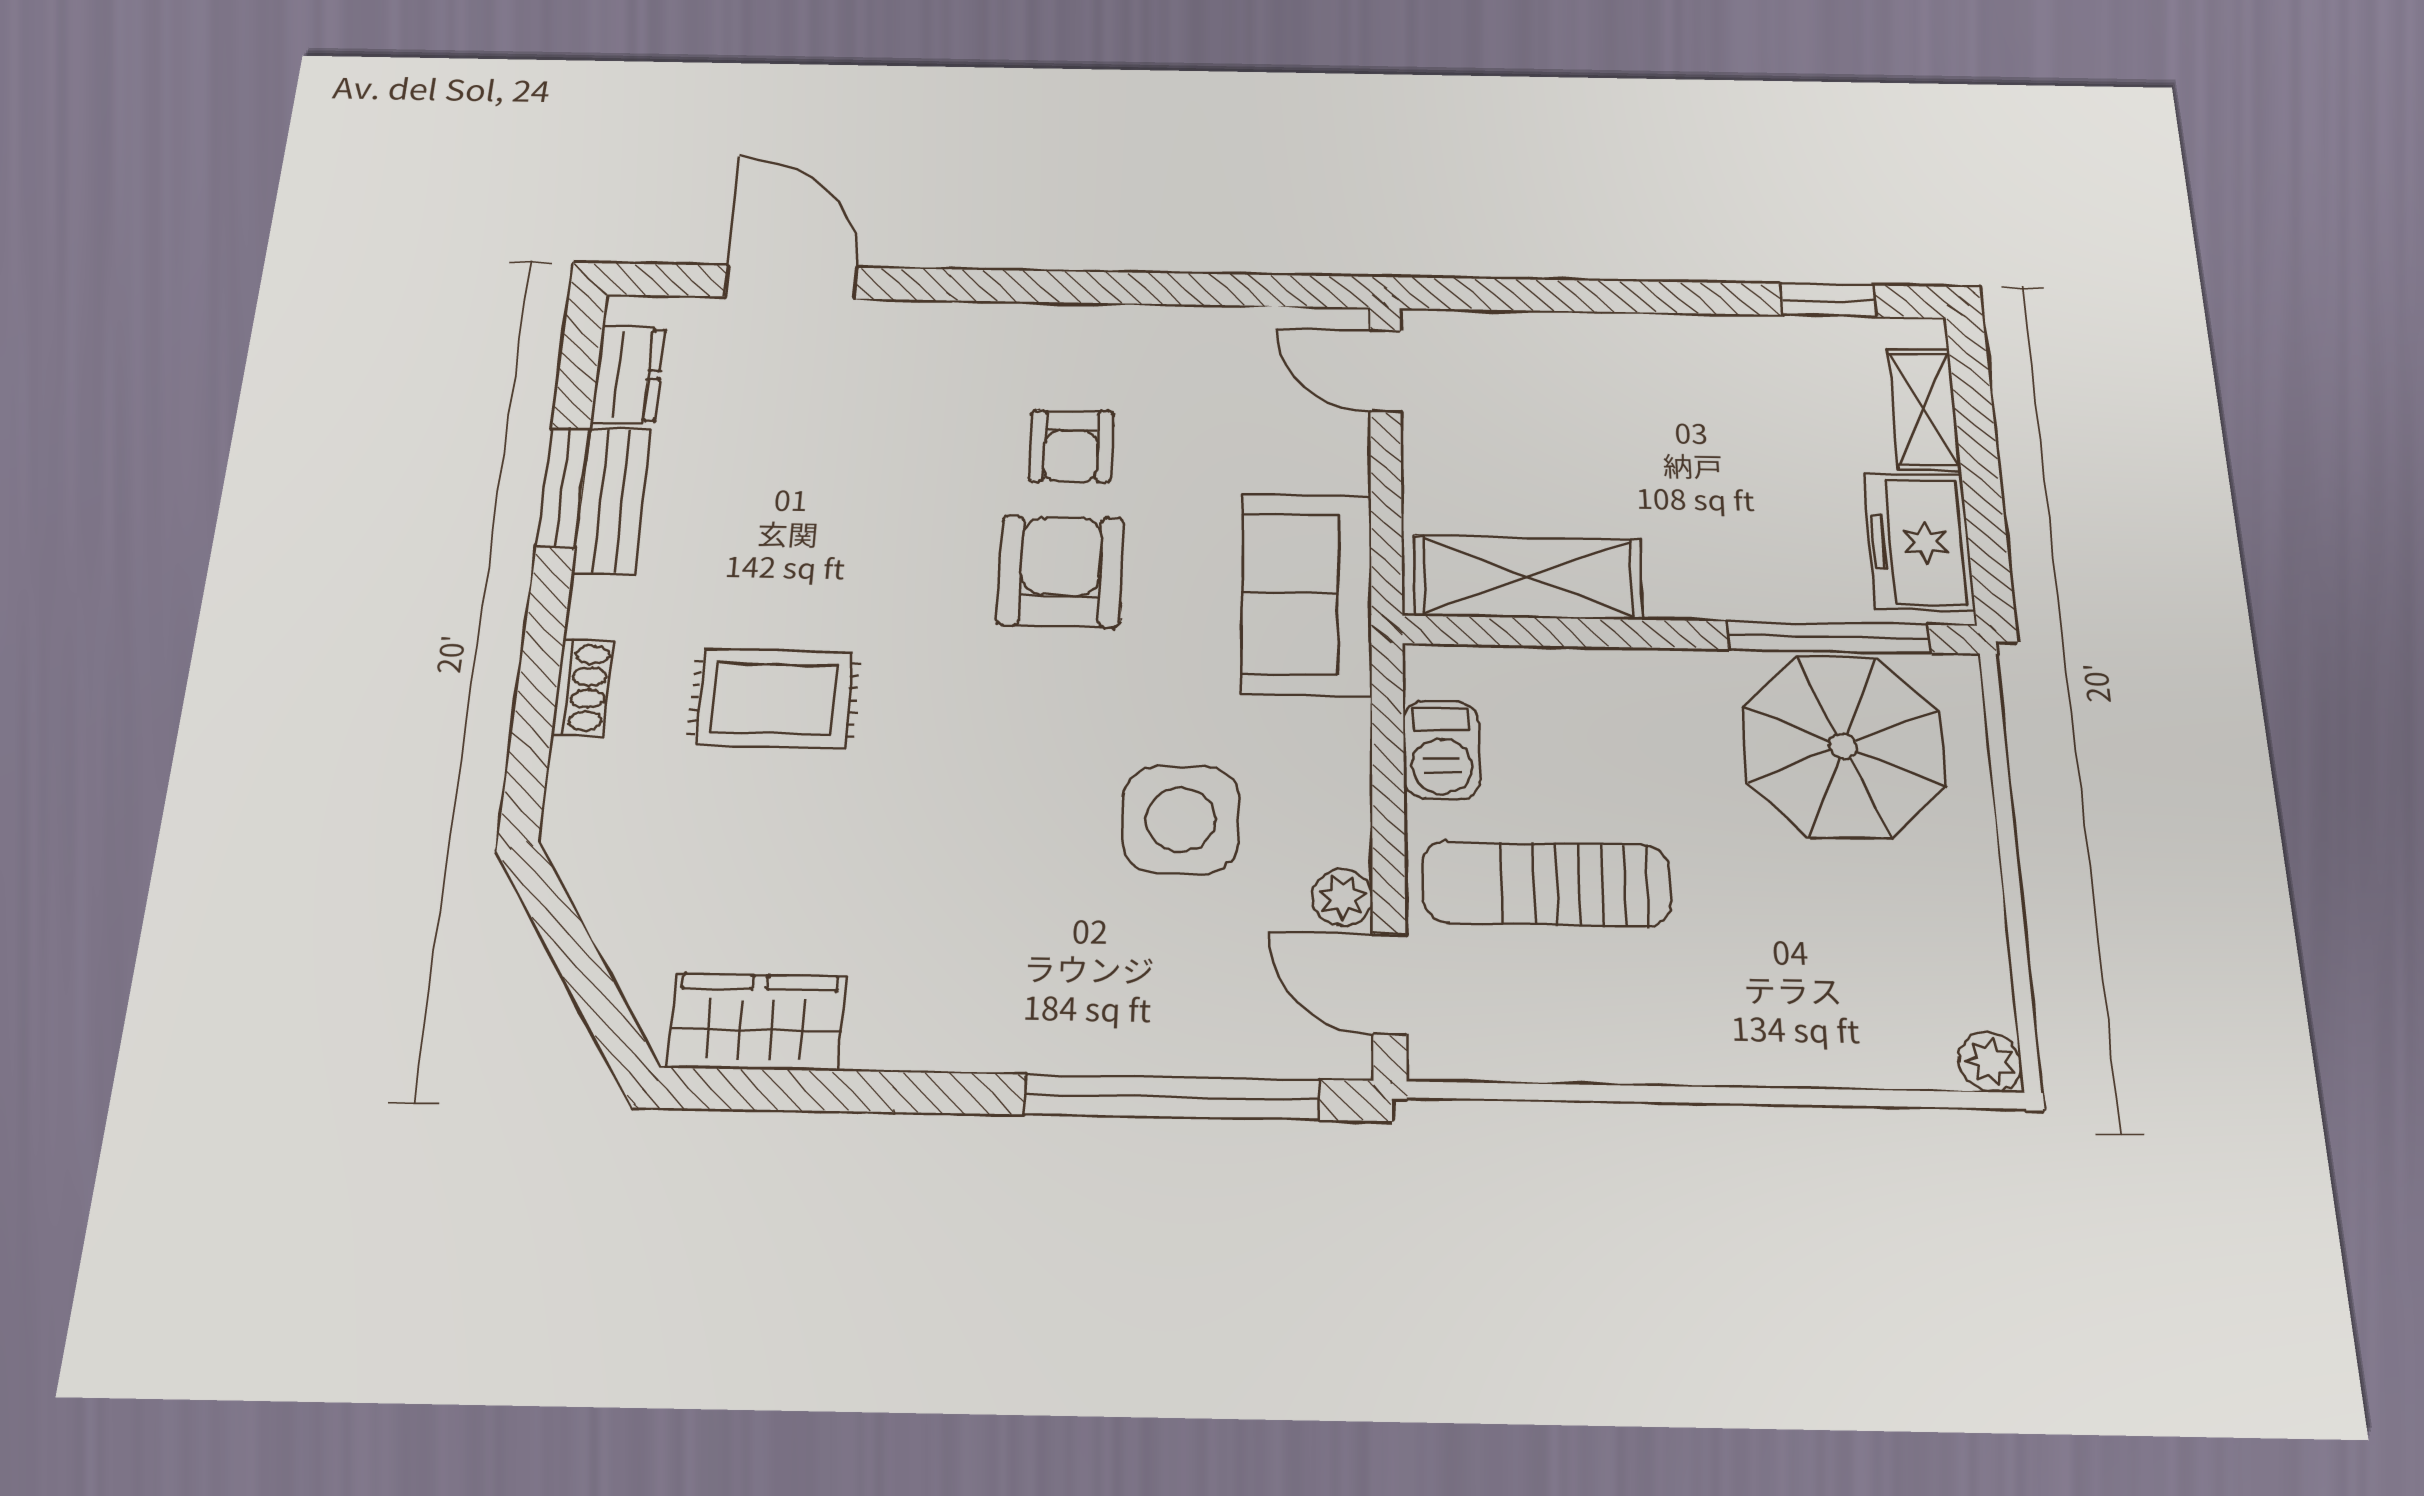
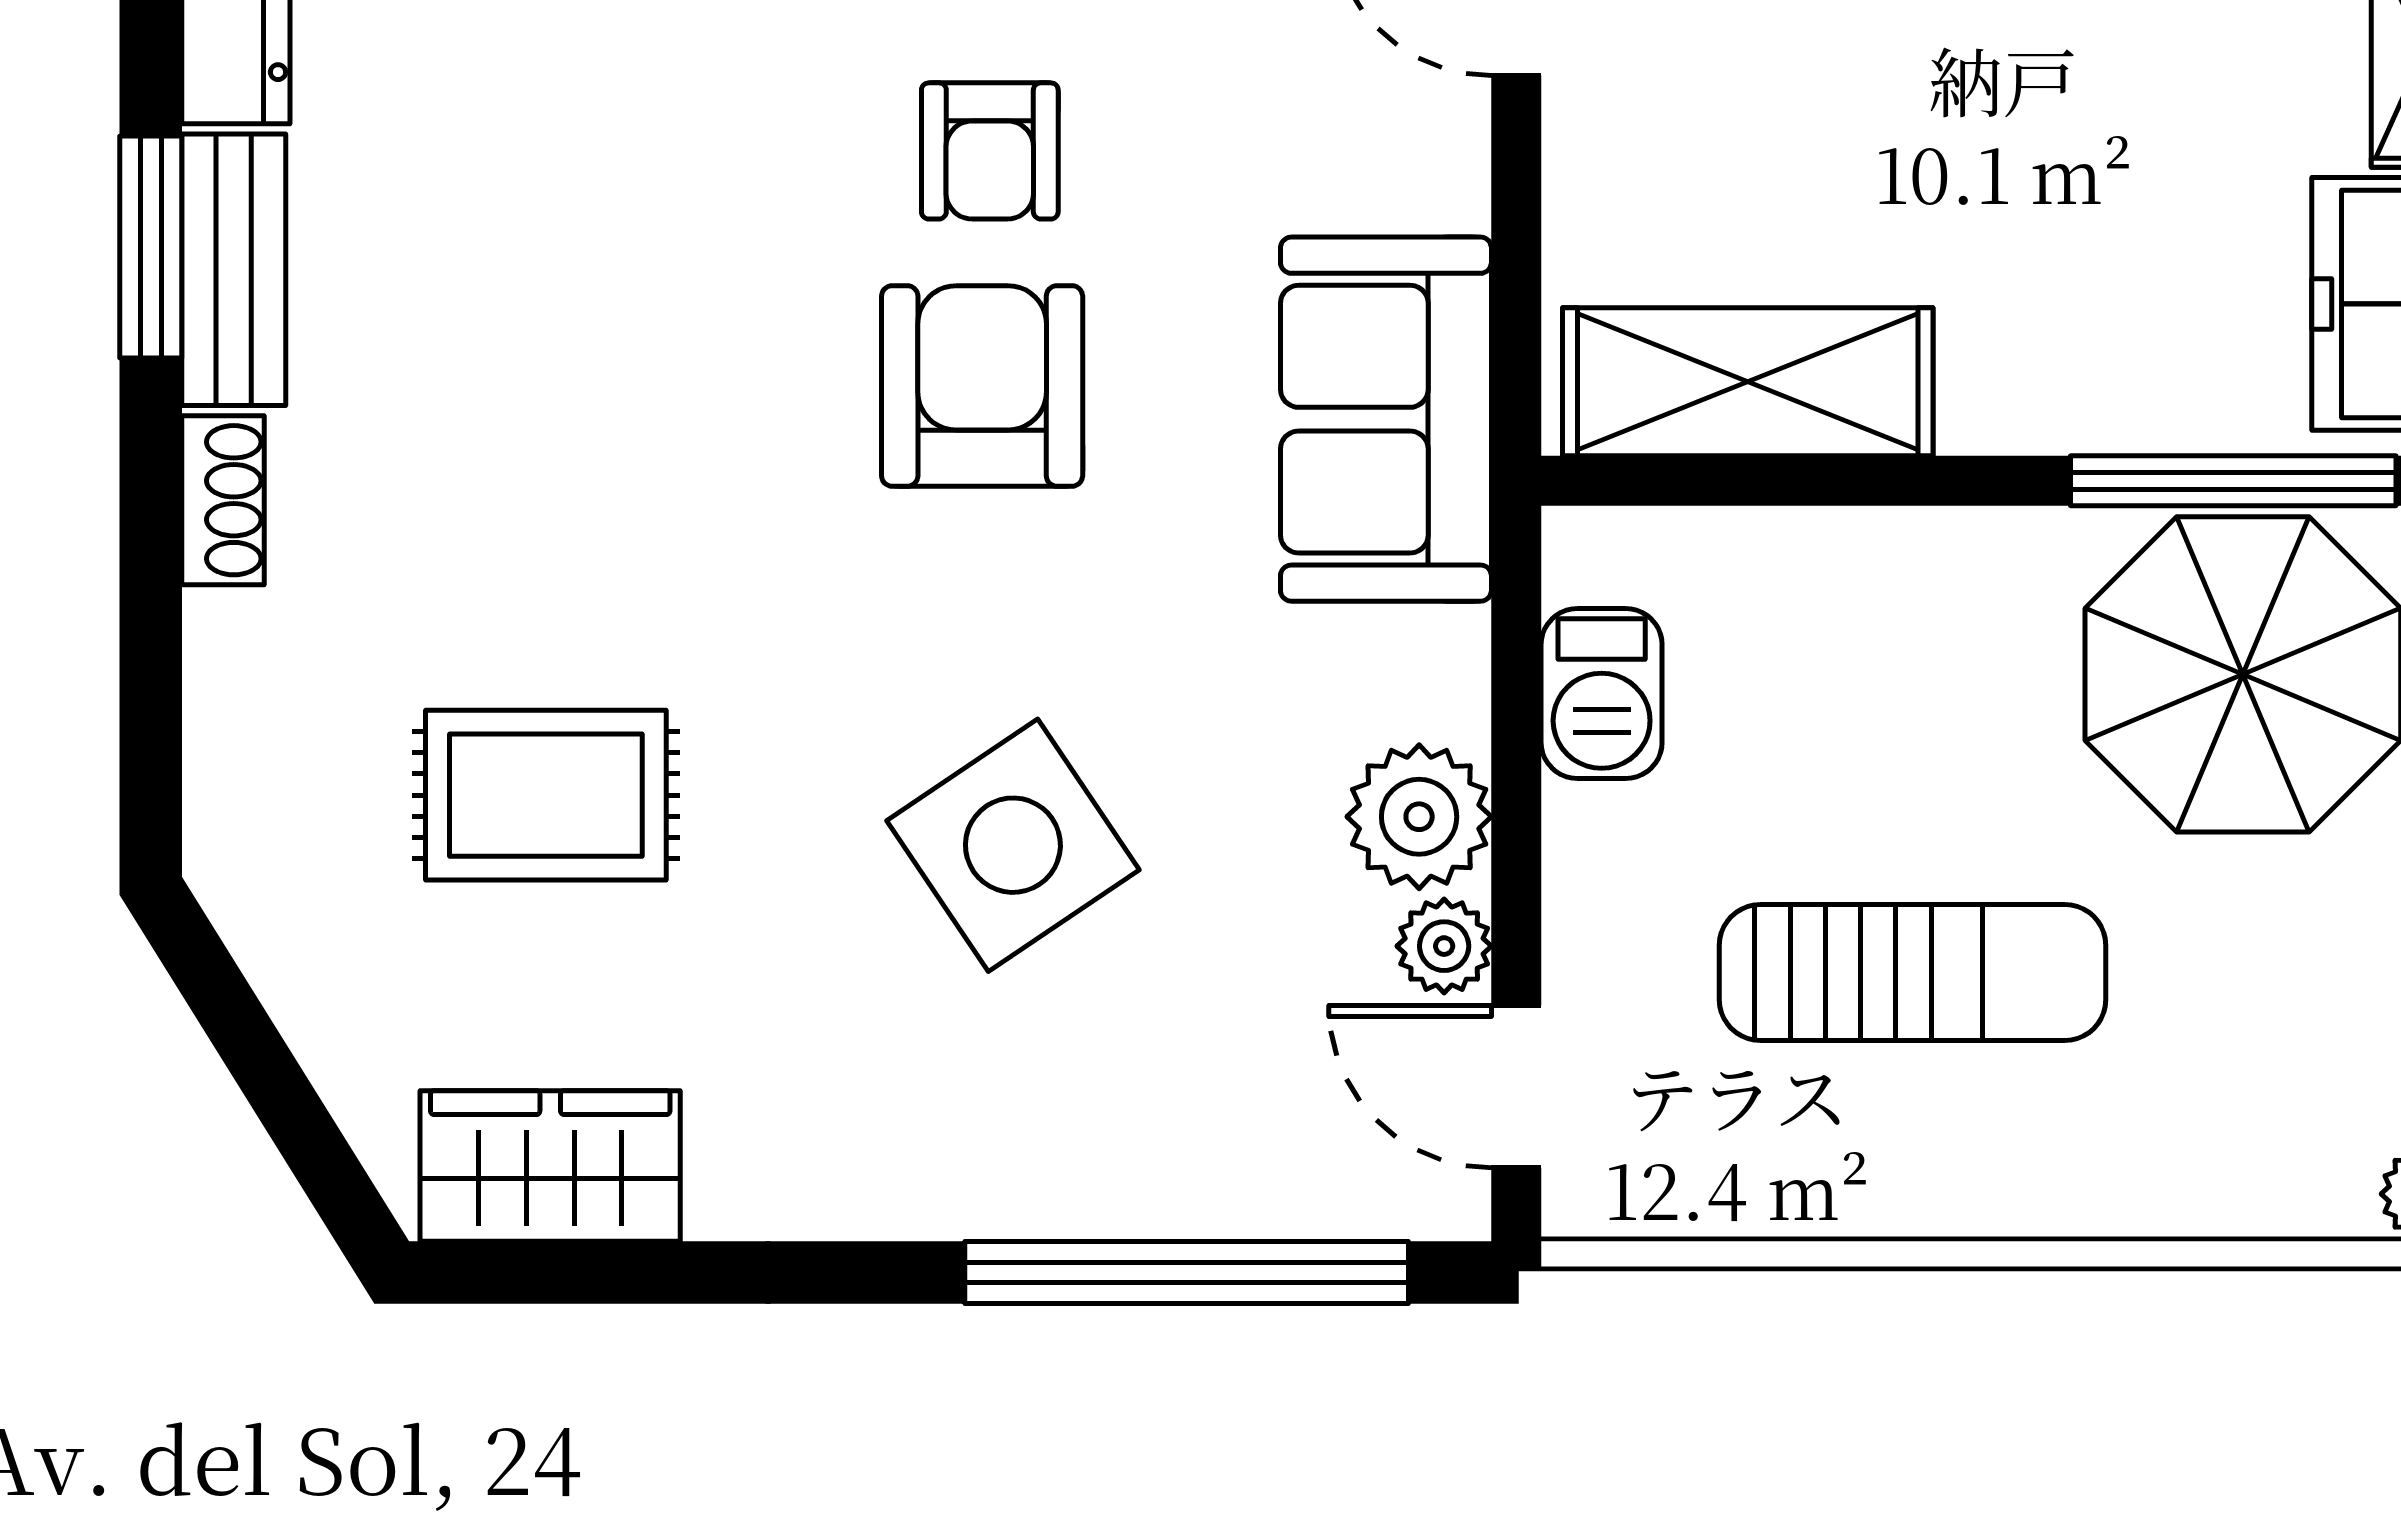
shoe rack: (583, 687) -> (223, 500), moved
rug: (774, 699) -> (546, 795), moved
side table: (1181, 820) -> (1013, 845), moved, turned -34
plant: (1327, 820) -> (1419, 817), added
sun lounger: (1546, 884) -> (1913, 973), moved, turned 180

